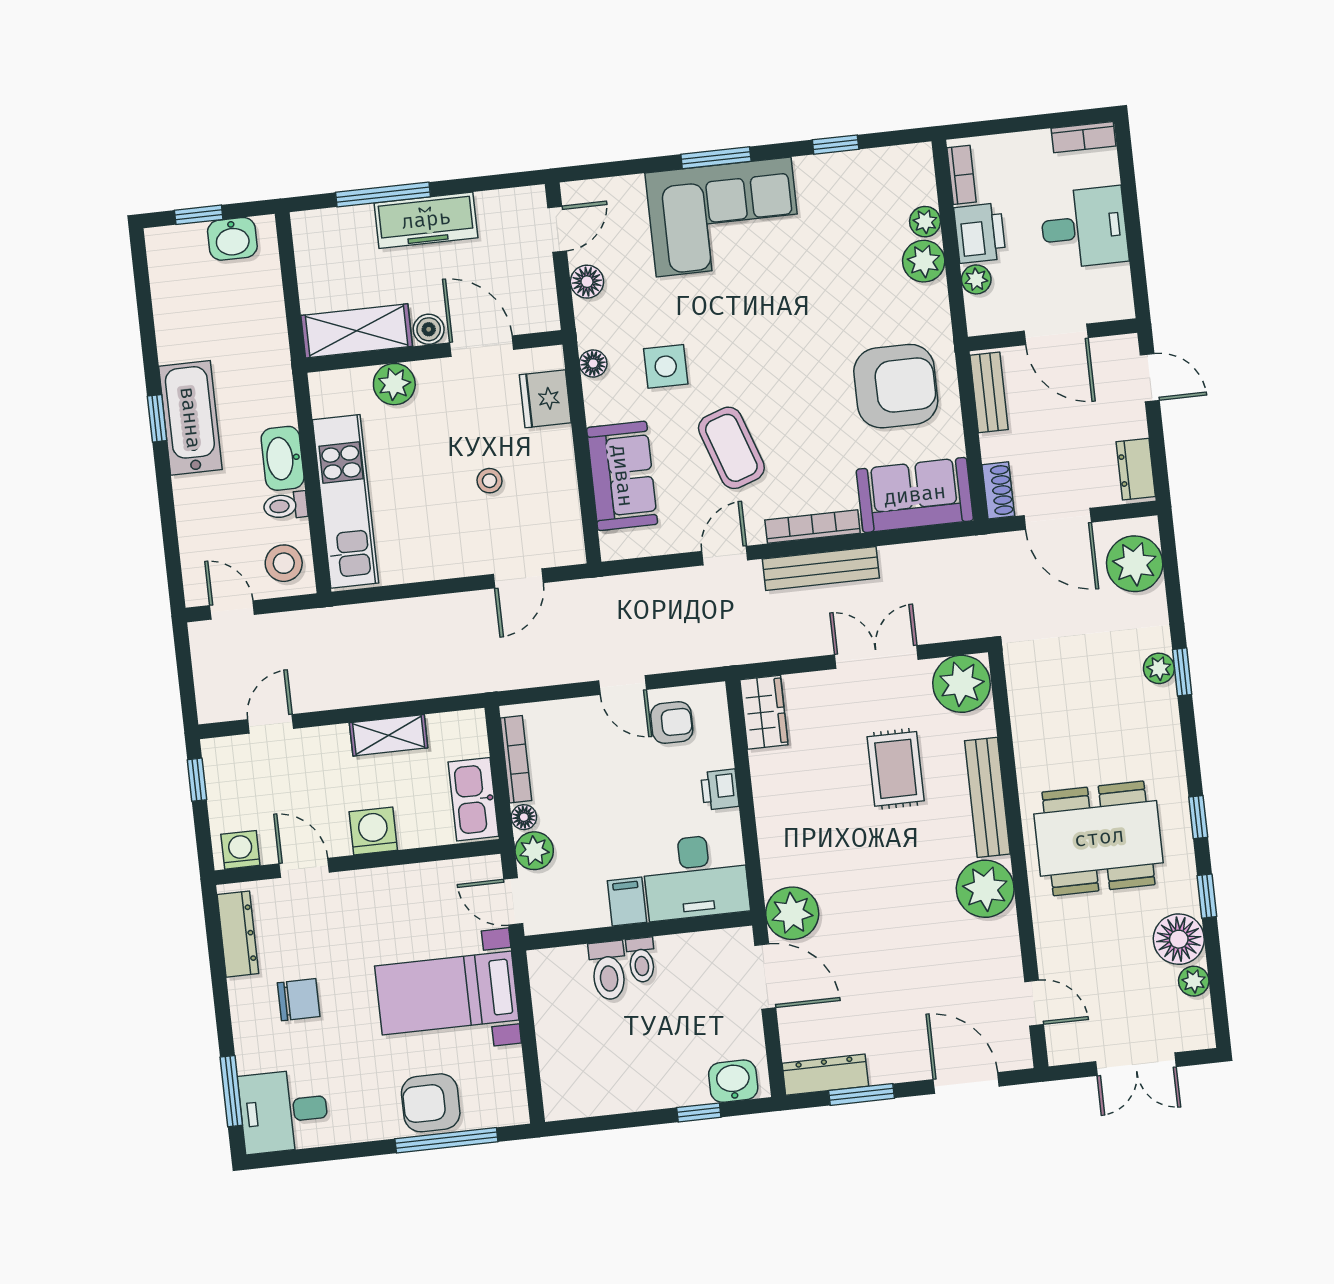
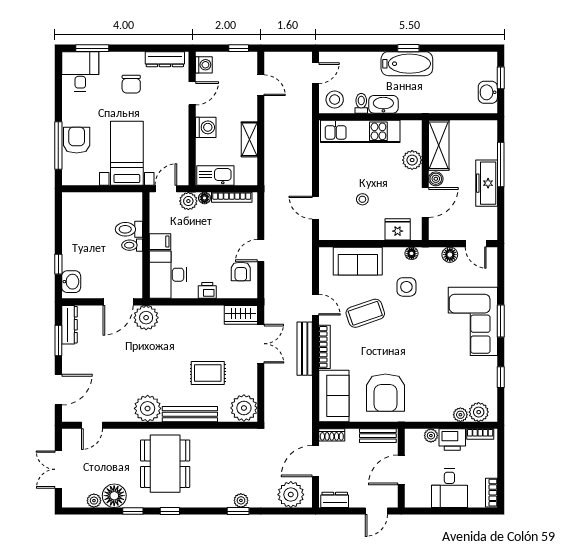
plant: (924, 261) -> (479, 412), moved
double door: (876, 657) -> (261, 344), moved

